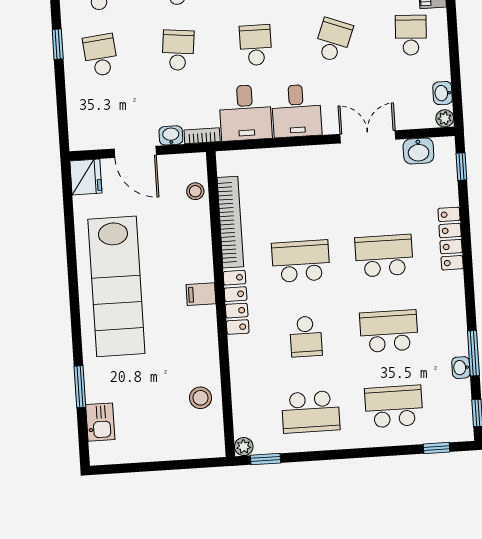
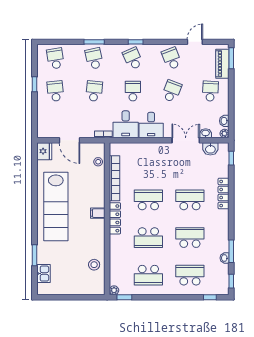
washbasin: (171, 135) -> (206, 133), moved
school desk: (306, 336) -> (148, 238), width x1.85

